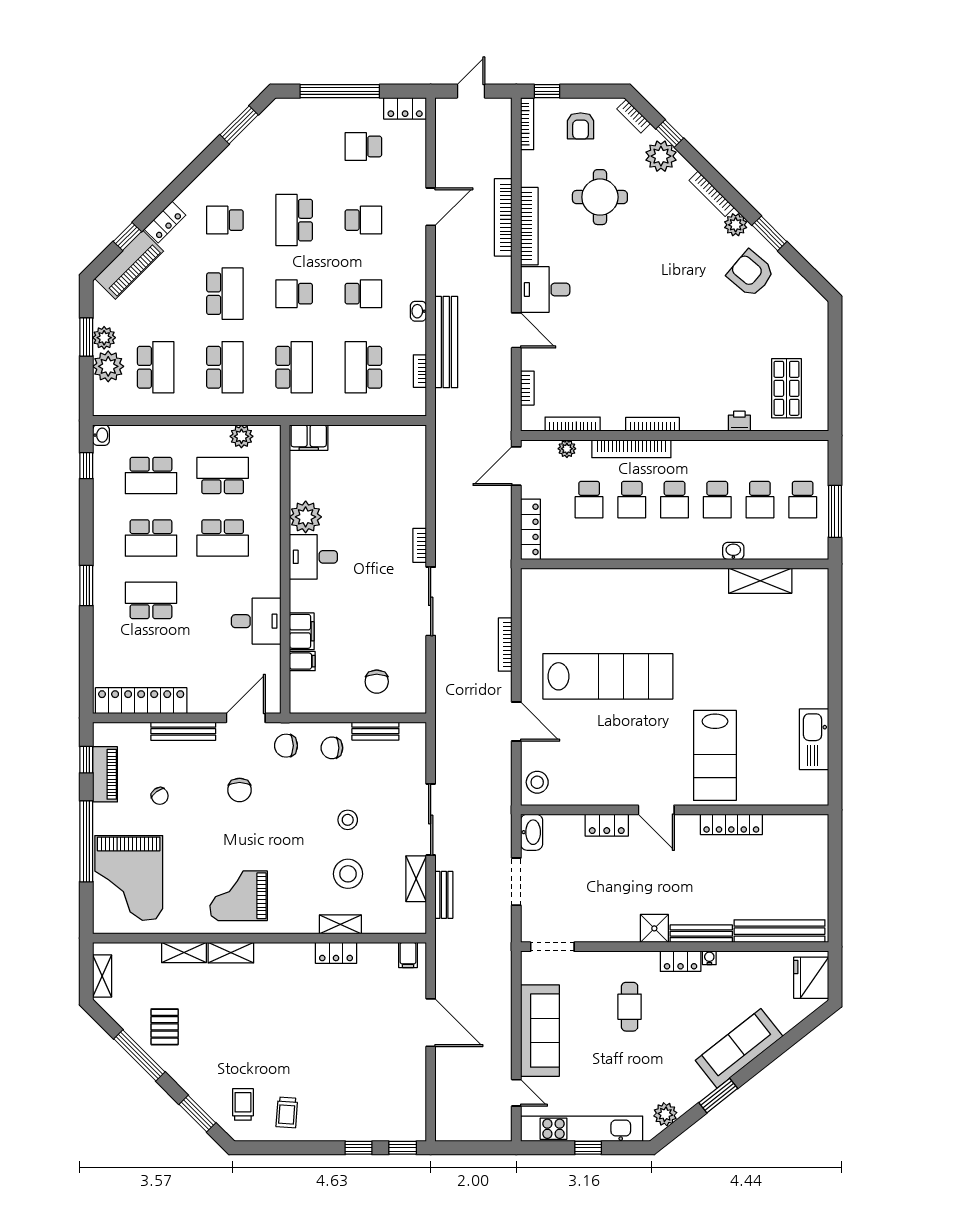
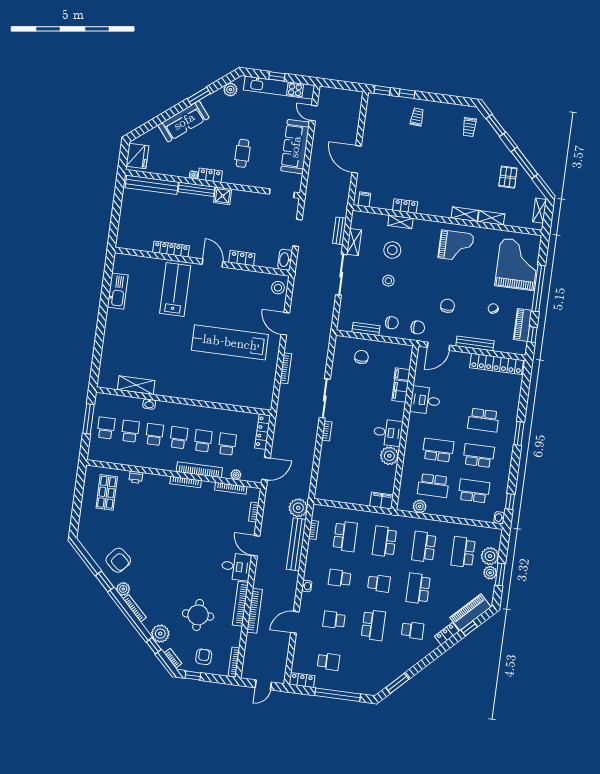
window: (547, 91) -> (193, 675), moved
washbasin: (418, 311) -> (307, 586), moved
plant: (451, 406) -> (298, 508), added
trolley: (287, 1112) -> (417, 117), moved

